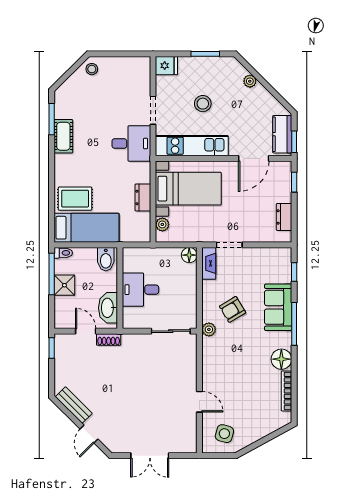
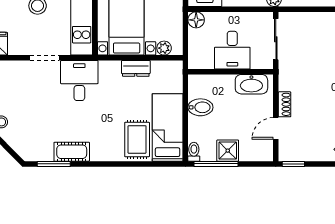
wall: (120, 288) -> (231, 72), moved
desk: (140, 290) -> (232, 50), moved
washbasin: (108, 308) -> (251, 84), moved

